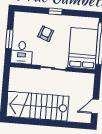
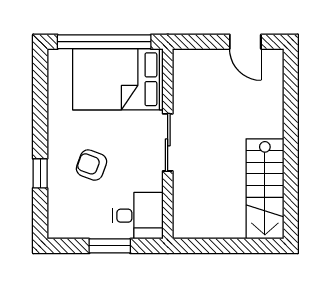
window: (55, 11) -> (40, 173), moved
stairs: (37, 106) -> (265, 189), width x0.73, depth x0.66

